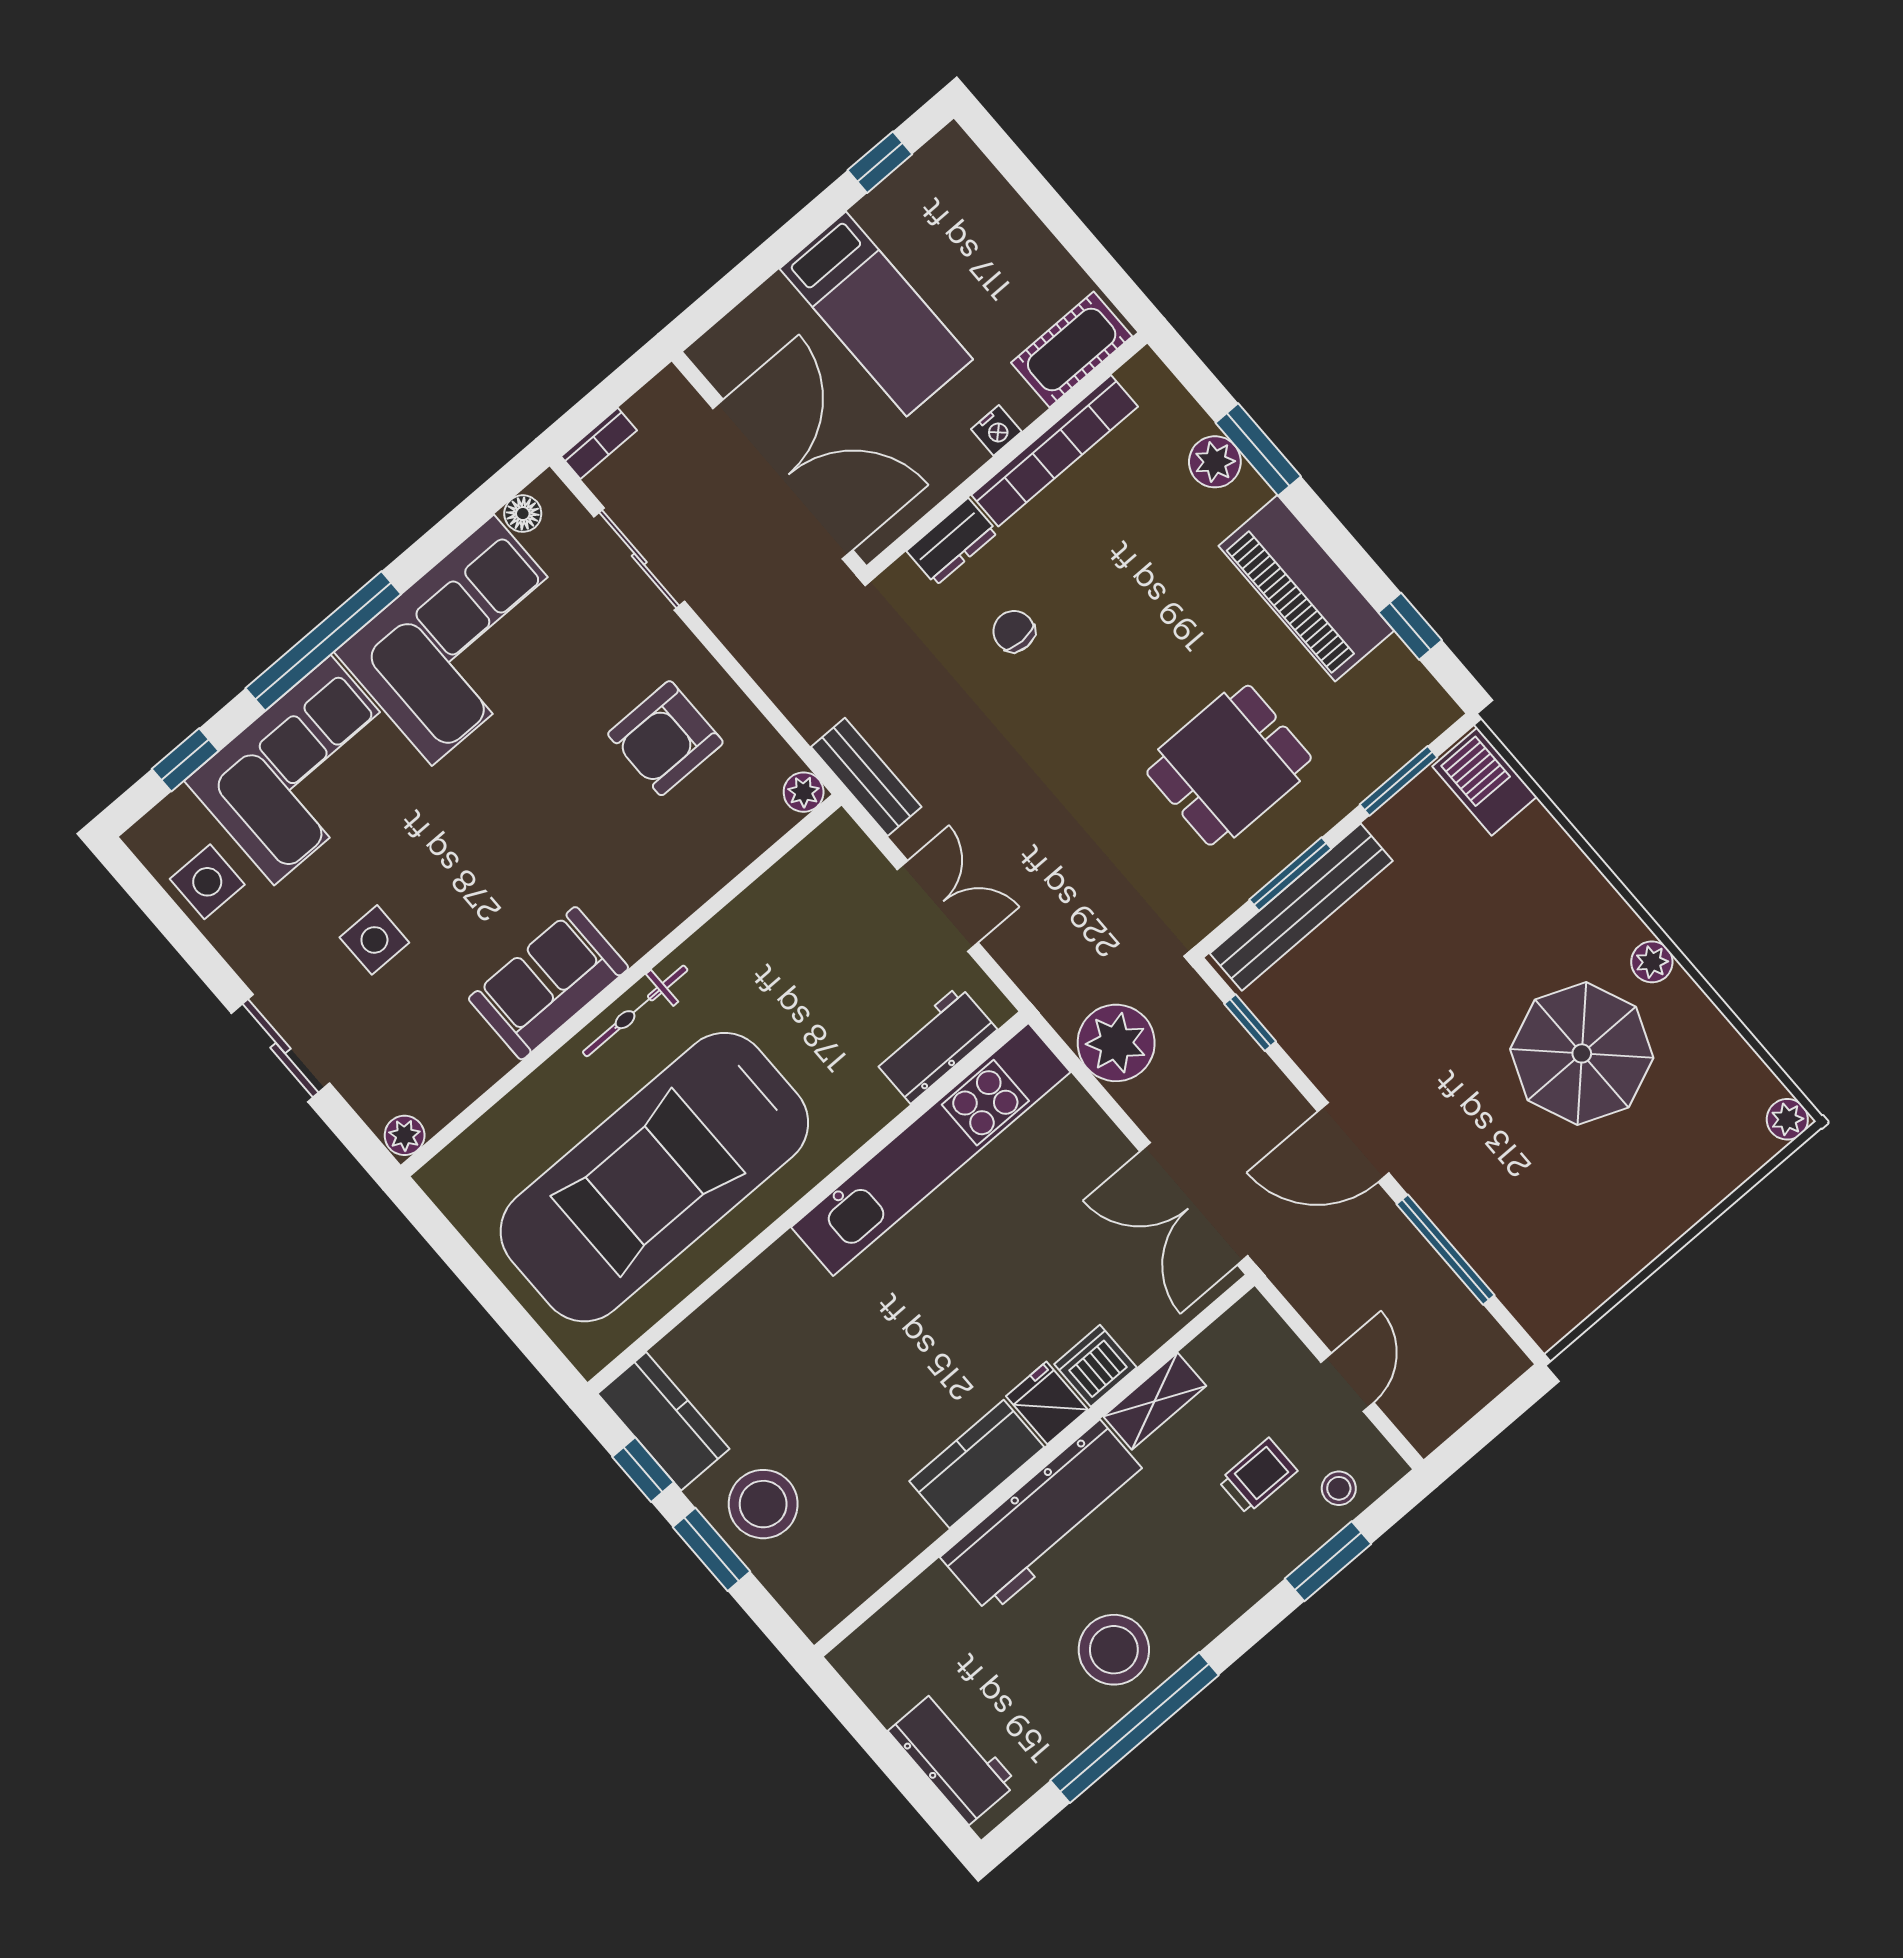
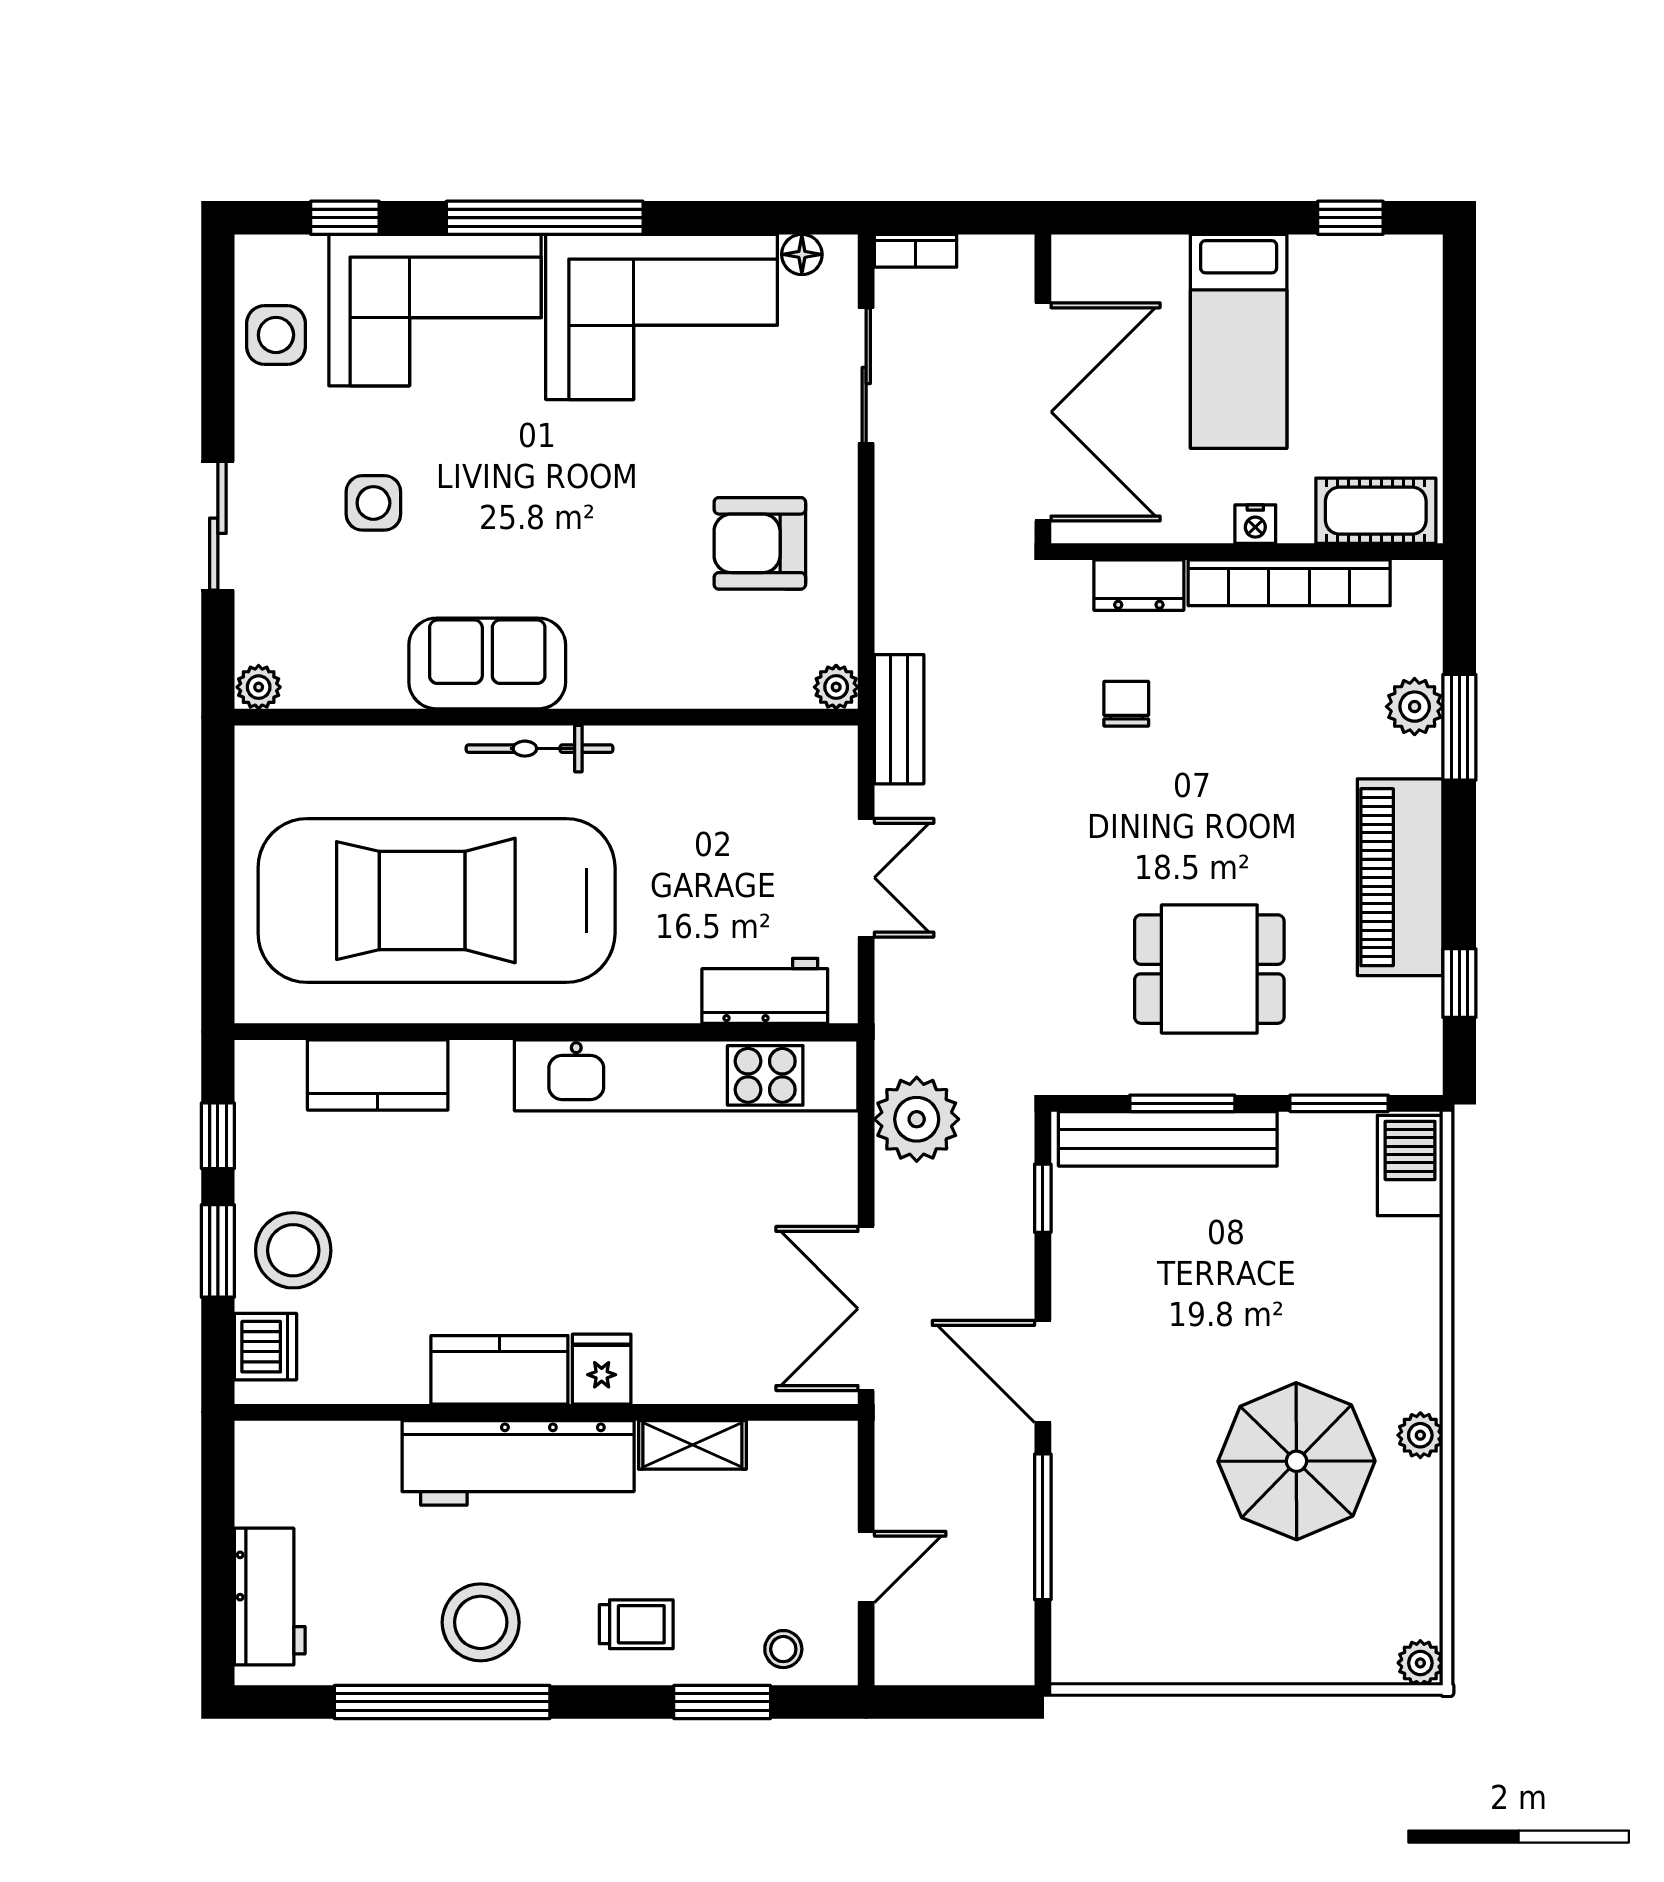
dishwasher: (1095, 1366) -> (266, 1347), moved, turned 90
kitchen counter: (664, 1421) -> (378, 1075), moved, turned 90
trolley: (1258, 1476) -> (636, 1624), moved

